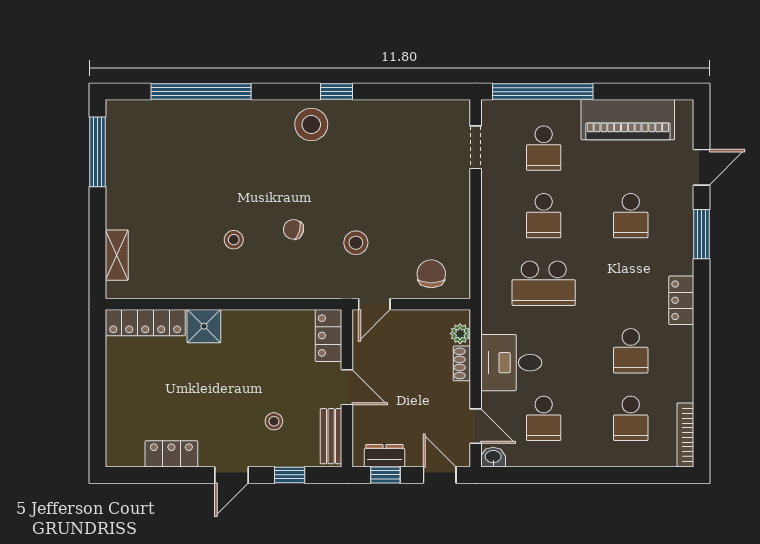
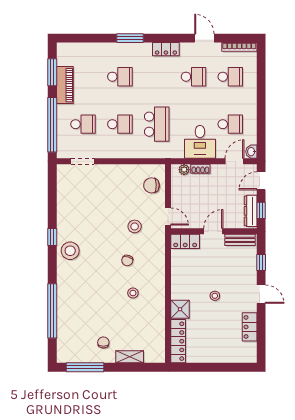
window: (639, 92) -> (52, 72), added
piano: (628, 120) -> (65, 85), width x0.73, depth x0.75
door: (701, 167) -> (204, 38), moved
chair: (143, 185) -> (103, 342), added
shelving: (117, 255) -> (130, 357), moved
stool: (274, 421) -> (215, 296), moved
dresser: (384, 456) -> (251, 211), width x1.44

